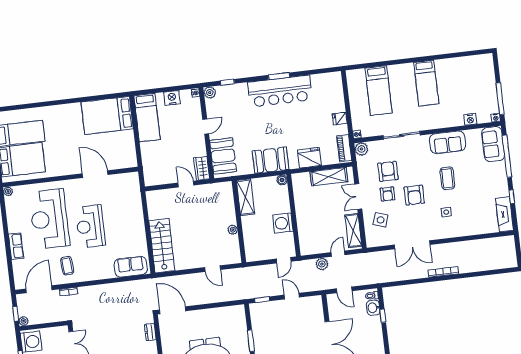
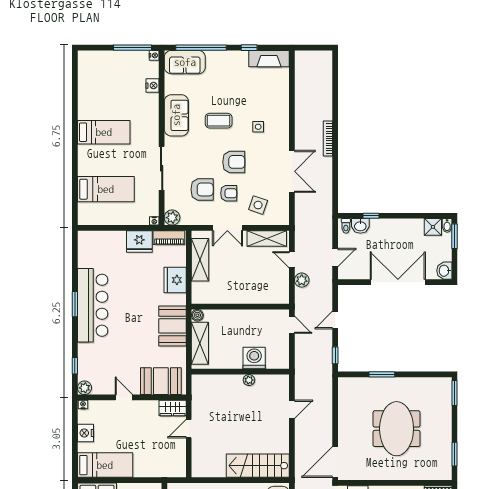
fridge: (340, 119) -> (139, 242), width x1.88, depth x1.34
armchair: (388, 171) -> (202, 189), turned 180
shelving: (245, 197) -> (200, 343), moved, turned 90
washing machine: (283, 223) -> (254, 358), moved, turned 180

